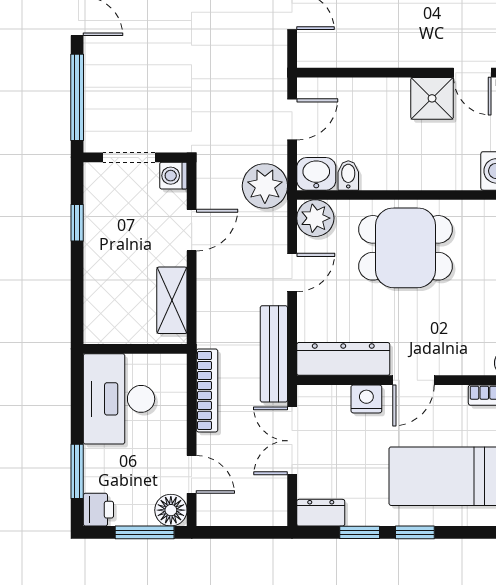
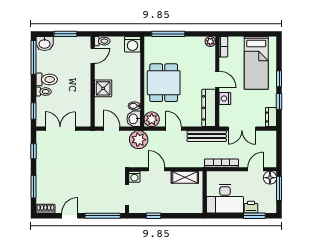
shower: (432, 98) -> (103, 88), moved
printer: (98, 510) -> (251, 207), moved

